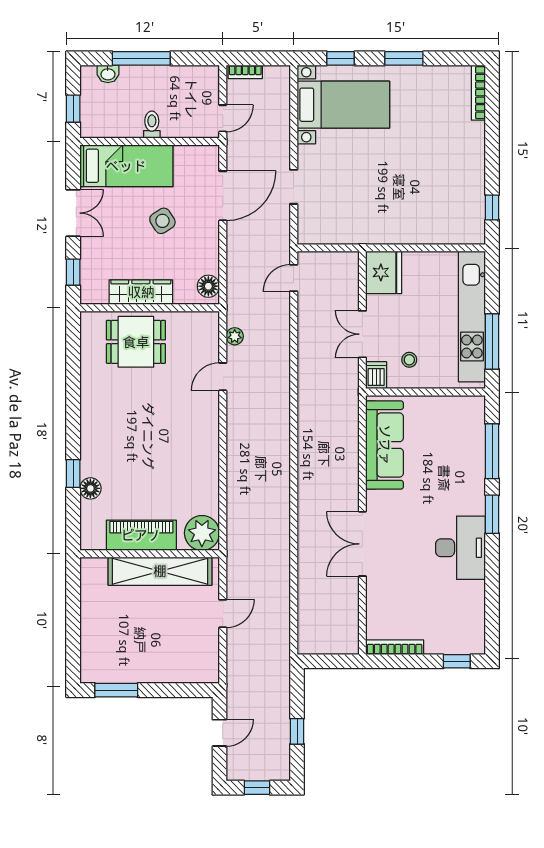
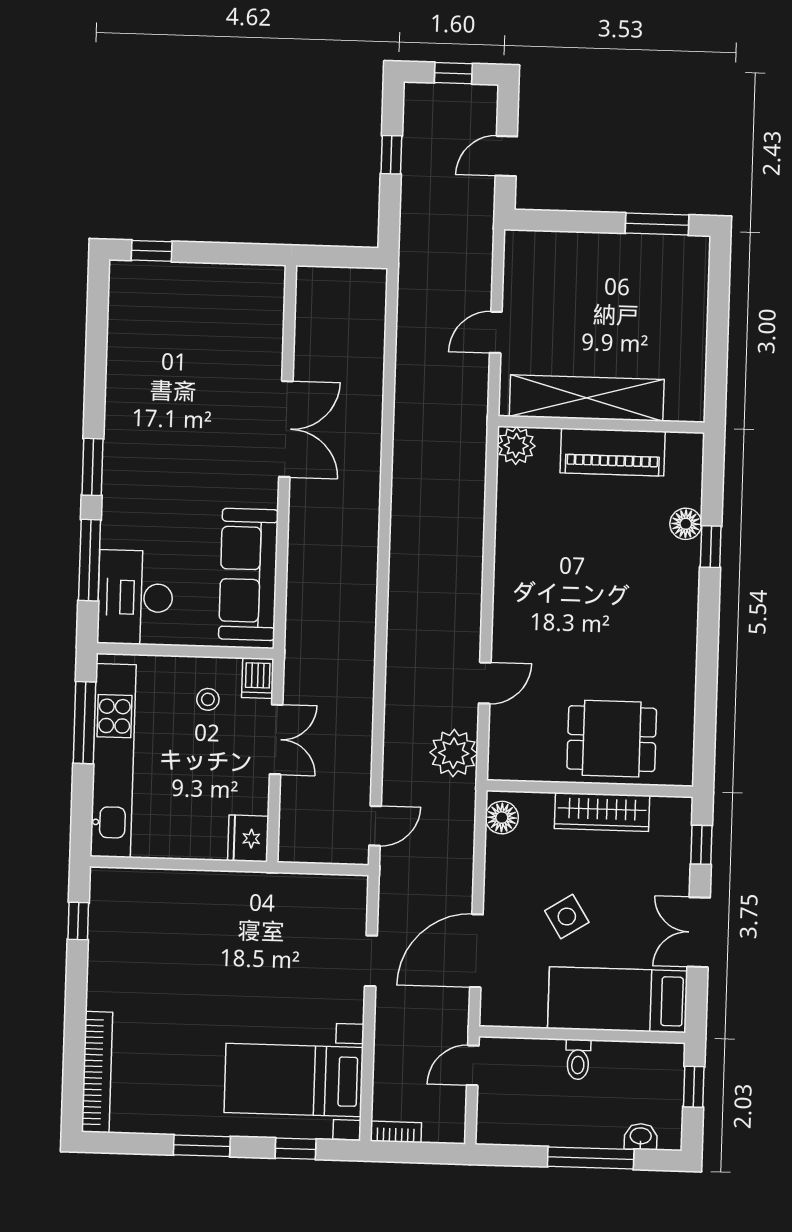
bookcase: (245, 72) -> (396, 1132), moved
bookcase: (478, 93) -> (97, 1072), width x1.48, depth x1.31
fridge: (384, 272) -> (248, 838), width x0.73, depth x0.75
plant: (235, 336) -> (454, 753), width x1.88, depth x1.88
plant: (202, 533) -> (516, 446), width x0.73, depth x0.73
desk: (461, 548) -> (135, 597), moved
bookcase: (395, 647) -> (243, 275), removed

